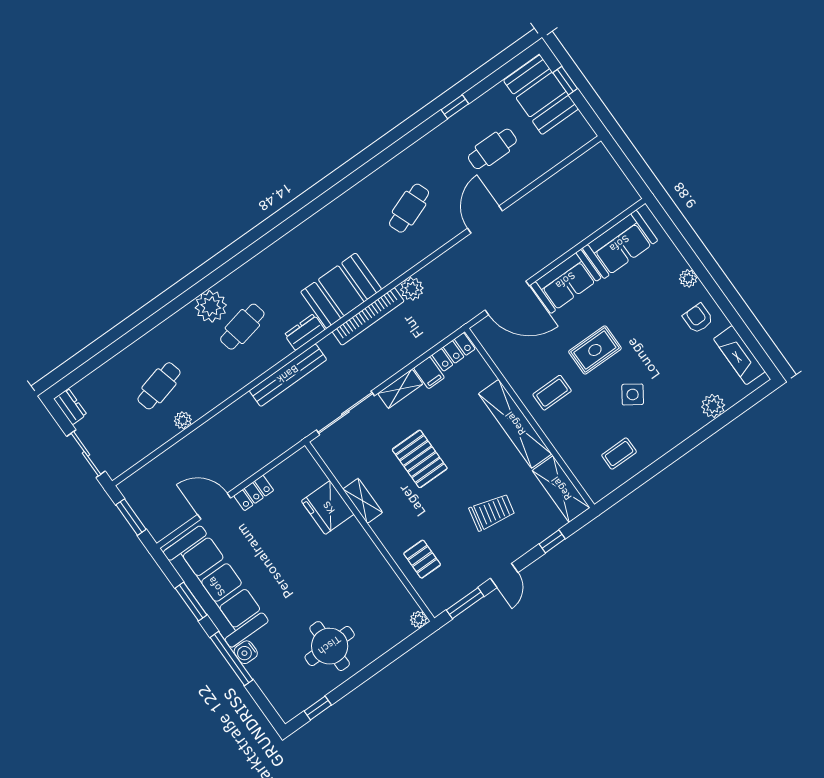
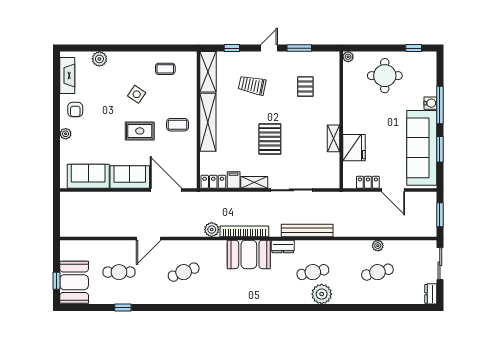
shelving: (363, 501) -> (334, 138), moved
fridge: (328, 508) -> (354, 148), moved
wall: (370, 532) -> (341, 120), moved
plant: (419, 619) -> (348, 57), moved

